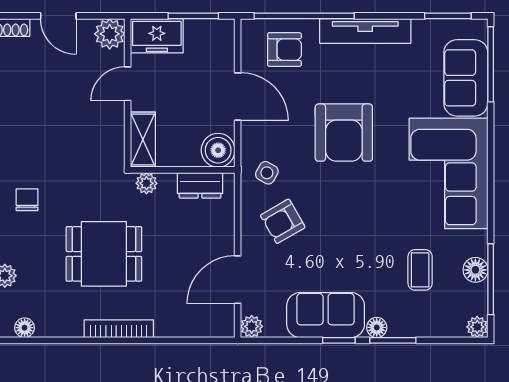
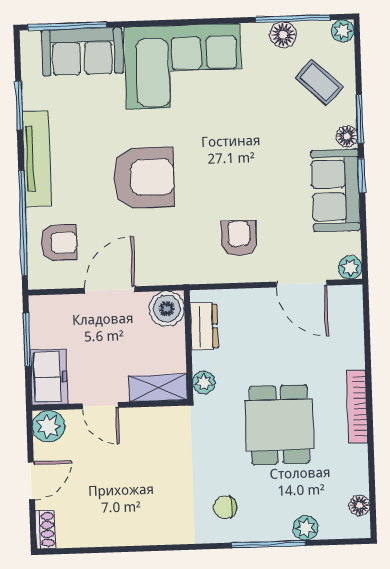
window: (448, 16) -> (19, 106), moved
armchair: (284, 50) -> (59, 243), turned 90
side table: (267, 173) -> (189, 257), removed
armchair: (283, 221) -> (239, 238), turned -150
coffee table: (420, 270) -> (319, 82), moved, turned 44

